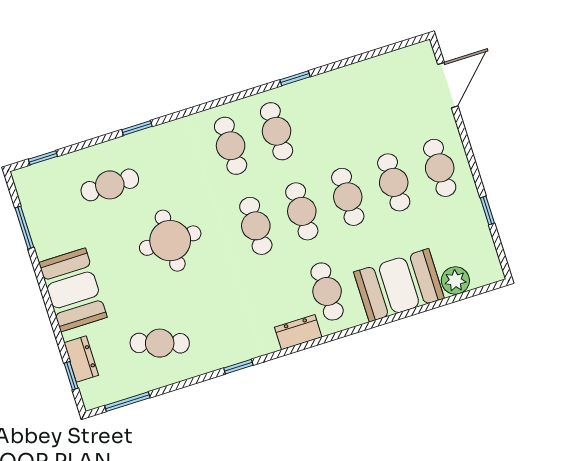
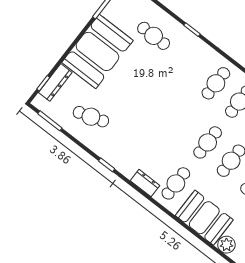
cafe table: (256, 226) -> (184, 124), removed
round table: (170, 241) -> (147, 86), removed
booth: (73, 290) -> (97, 51), width x1.36, depth x1.42
cafe table: (160, 343) -> (91, 117), turned -36
dresser: (81, 359) -> (55, 82), width x1.44

